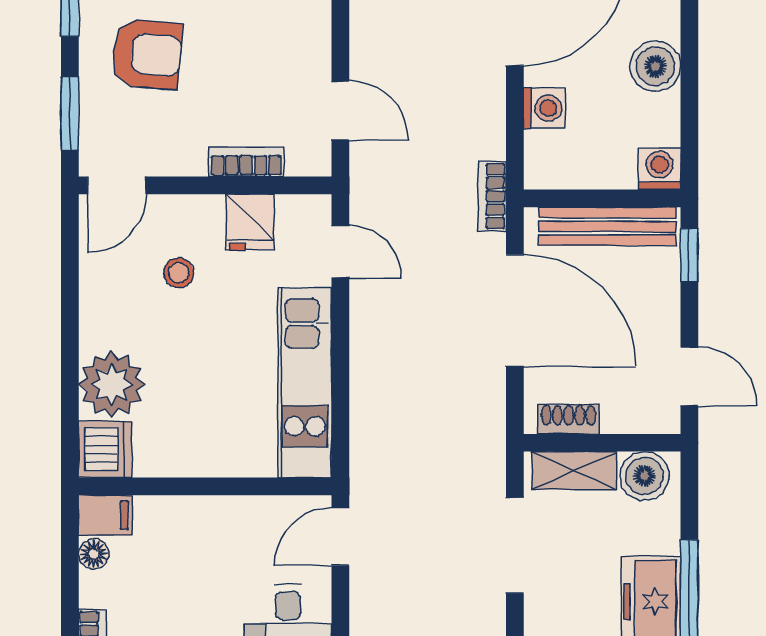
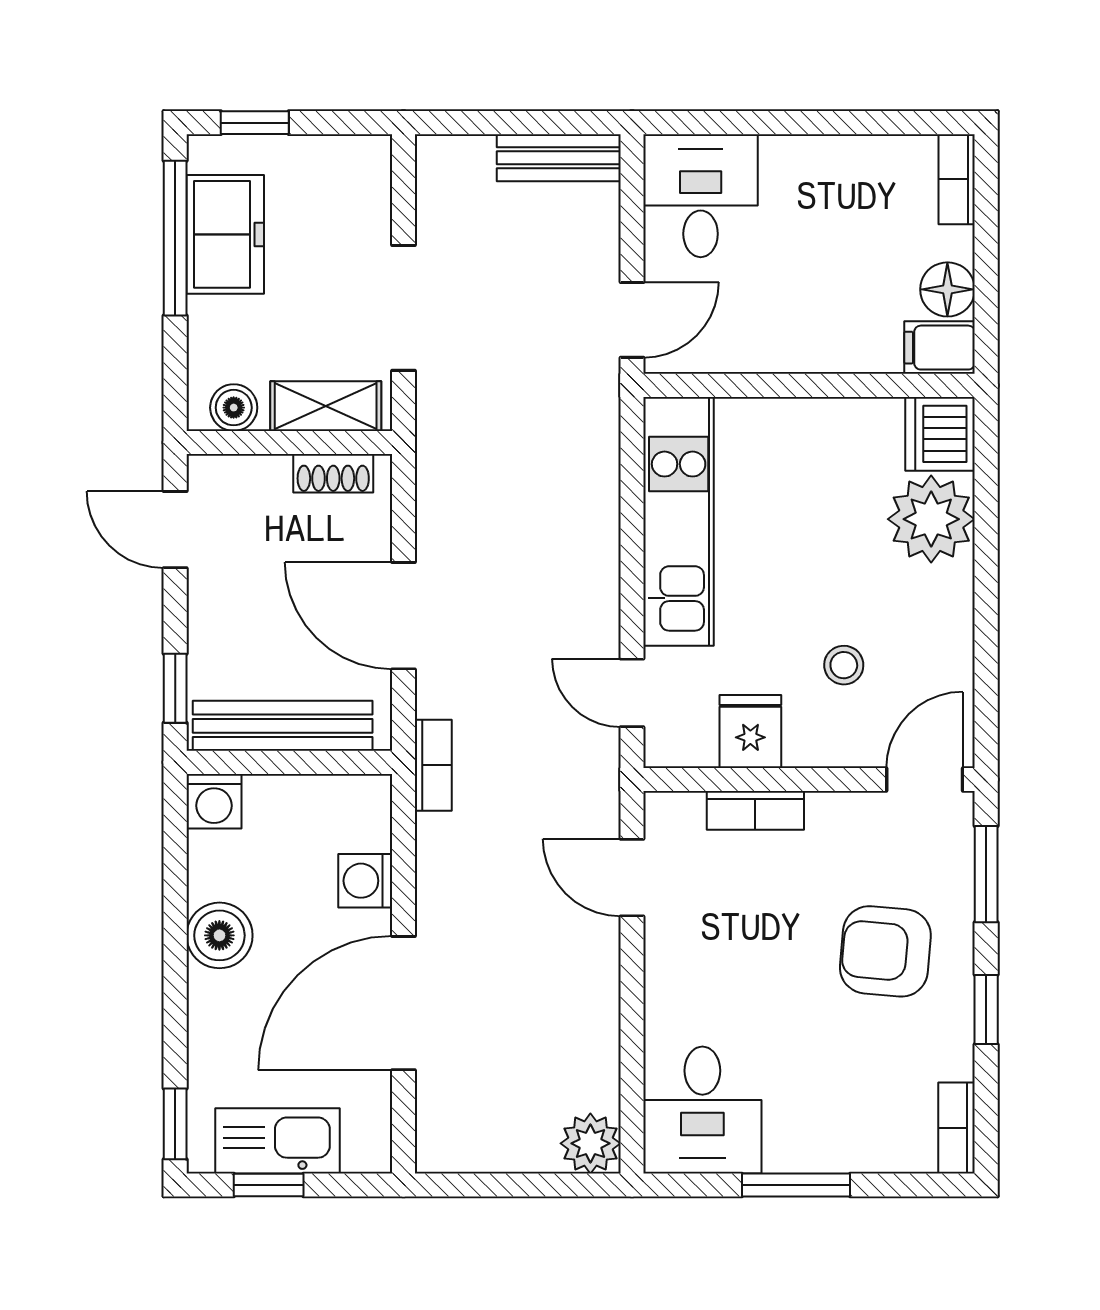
door: (515, 310) -> (404, 616), width x0.73
boiler: (645, 476) -> (234, 408), width x0.73, depth x0.73
floor lamp: (94, 554) -> (947, 289), width x1.37, depth x1.37

